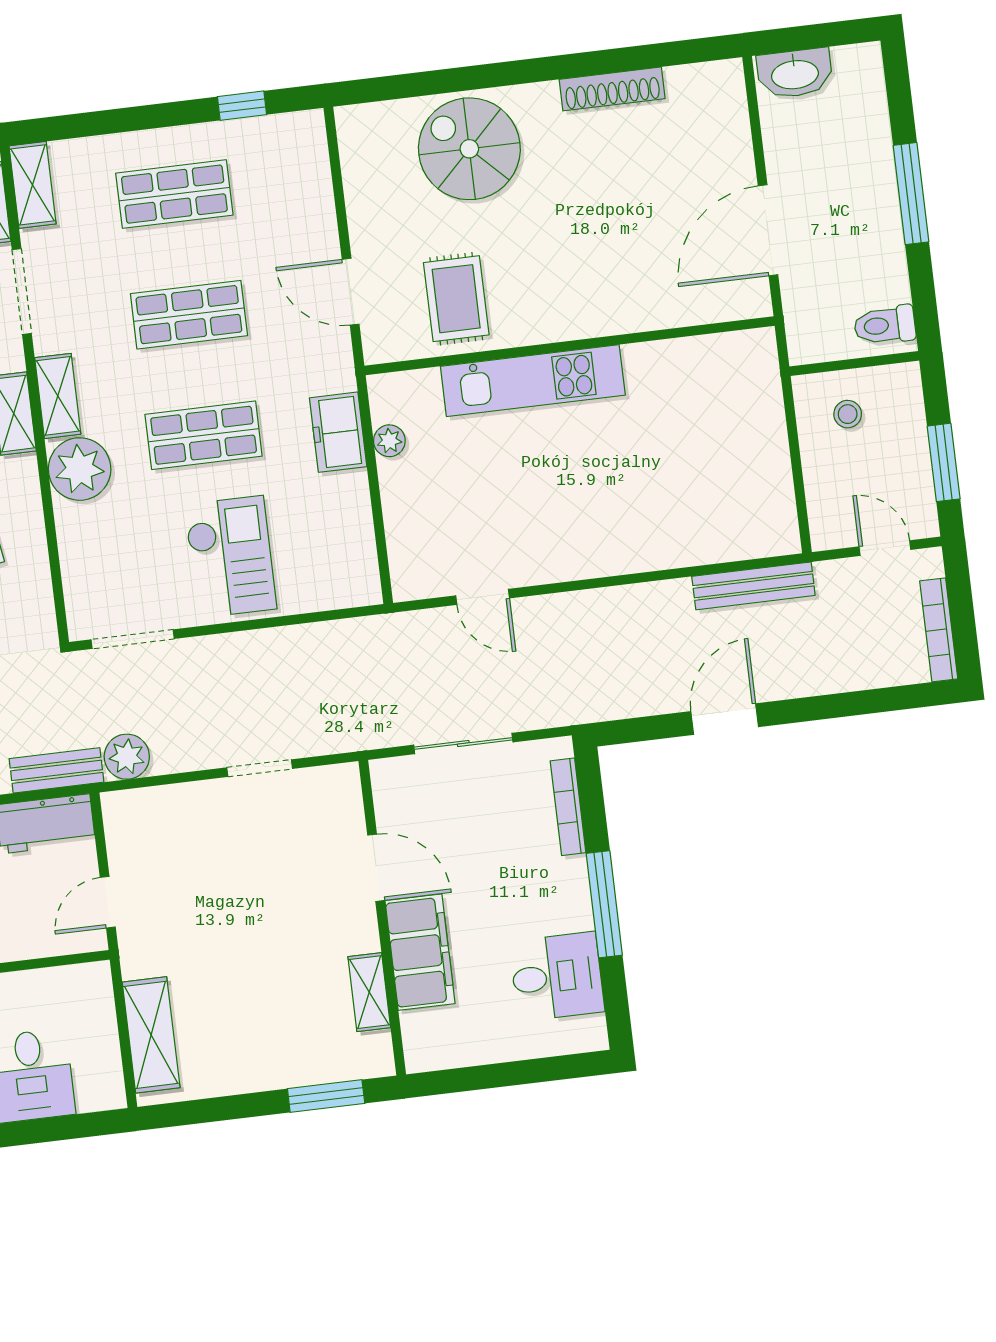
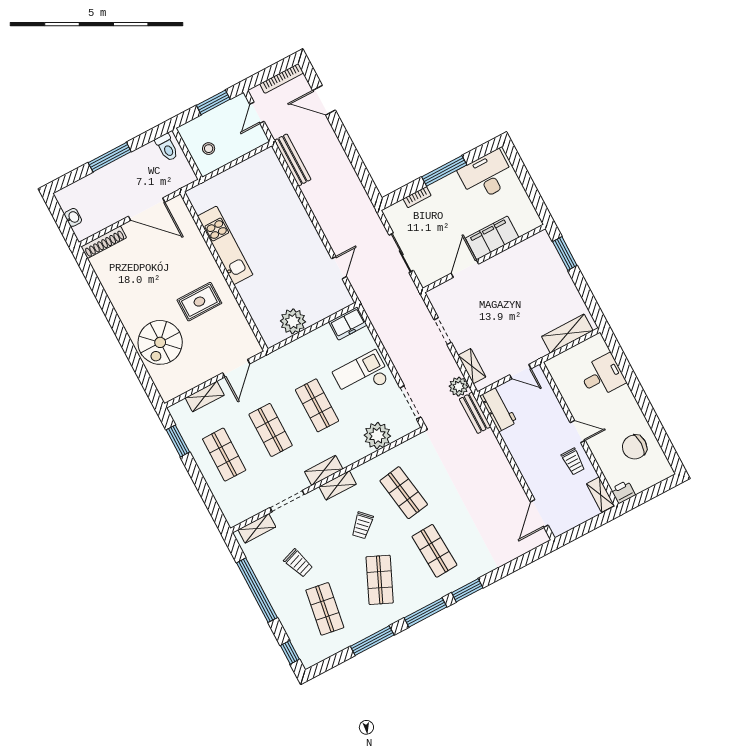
washbasin: (795, 73) -> (73, 217), width x0.52, depth x0.69
shoe rack: (612, 89) -> (104, 242), moved, turned 90
window: (242, 106) -> (178, 441), width x1.50
shelving: (33, 185) -> (205, 396), moved
rug: (456, 299) -> (199, 302), moved
kitchen unit: (533, 381) -> (225, 245), moved
freezer: (338, 432) -> (348, 323), moved
plant: (389, 441) -> (293, 321), width x1.87, depth x1.87
plant: (80, 469) -> (377, 436), moved
door: (725, 719) -> (324, 100), moved
bookcase: (568, 807) -> (417, 197), width x0.64
desk: (557, 977) -> (487, 176), width x1.37
shelving: (369, 992) -> (472, 366), moved, turned 90

